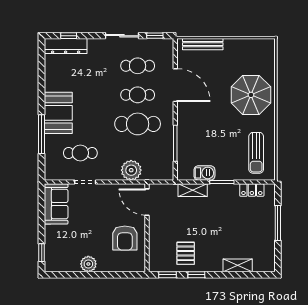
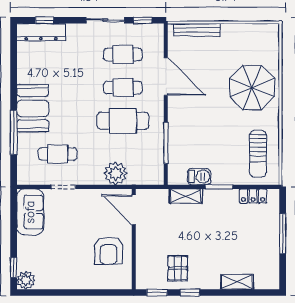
plant: (88, 264) -> (26, 280), moved

